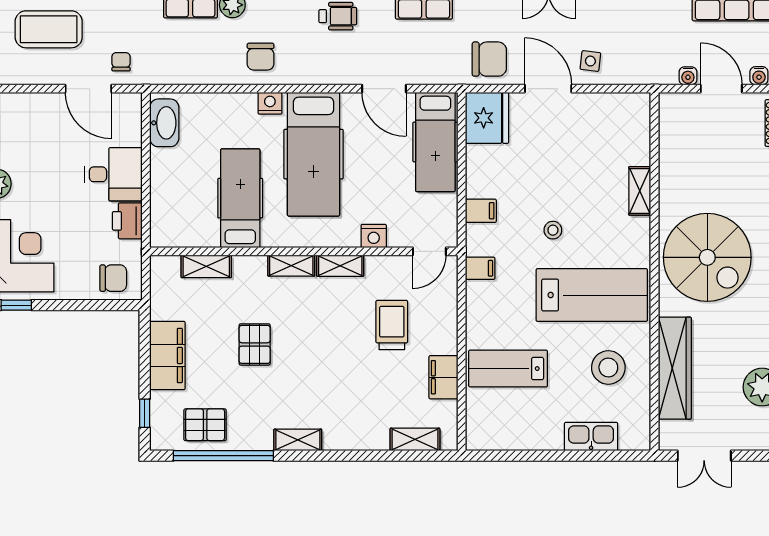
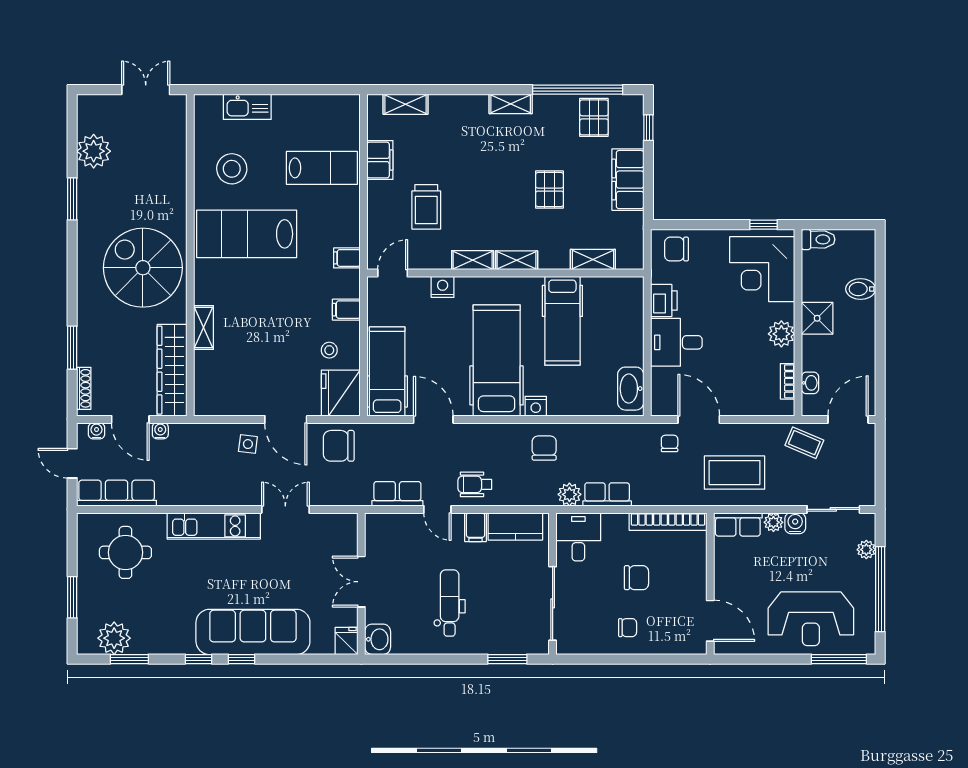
chair: (121, 62) -> (670, 443), turned 180
stool: (553, 230) -> (329, 350), moved
wardrobe: (675, 368) -> (172, 370), moved
pallet: (205, 425) -> (594, 117), turned 90

